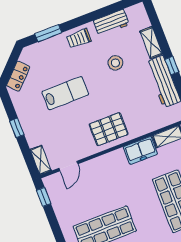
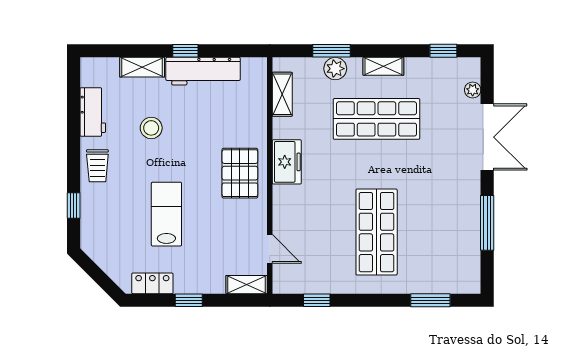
window: (48, 33) -> (74, 205), width x0.67
locker: (18, 76) -> (152, 283), moved, turned -45
freezer: (140, 150) -> (287, 162), moved
window: (44, 197) -> (317, 300), moved

